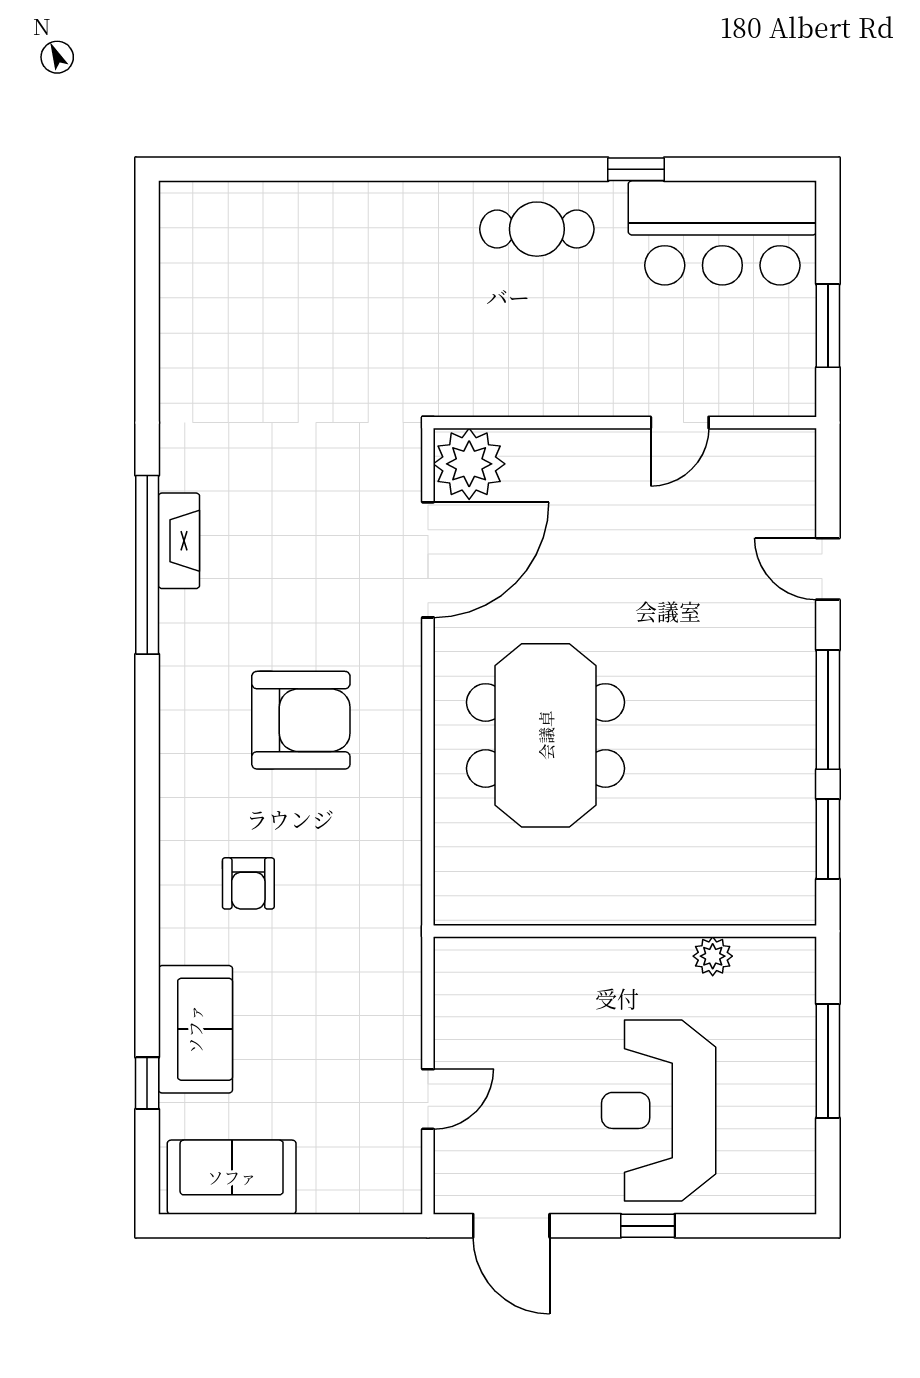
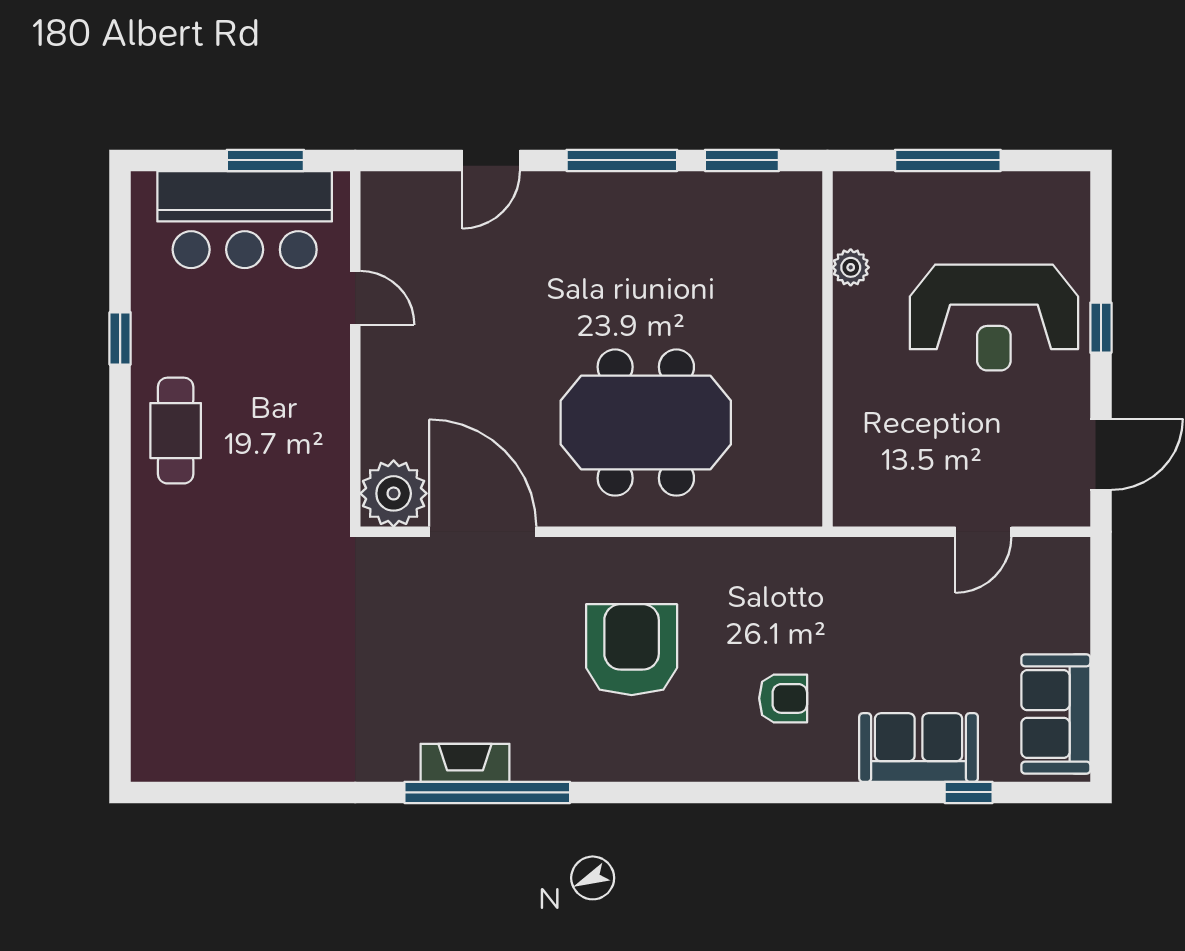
bar counter: (722, 233) -> (245, 220), moved, turned 90
door: (428, 1099) -> (983, 532), swing flipped

